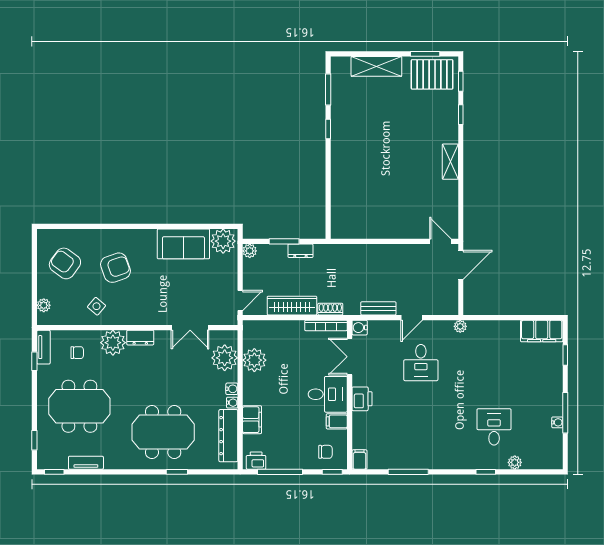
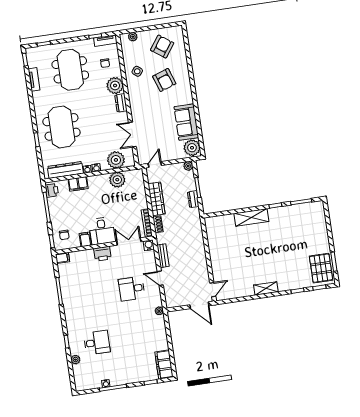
shelving: (376, 66) -> (251, 217), moved, turned 90
door: (240, 300) -> (155, 165), swing flipped

